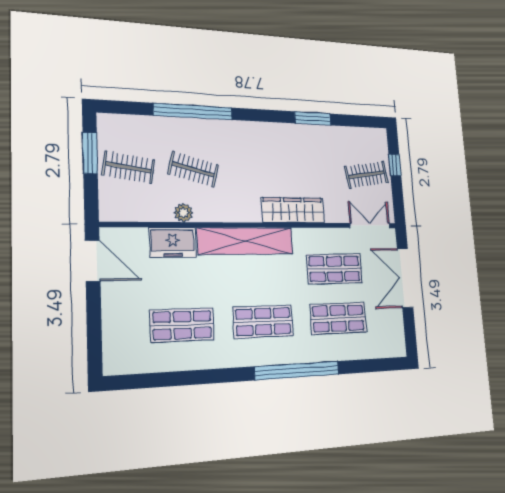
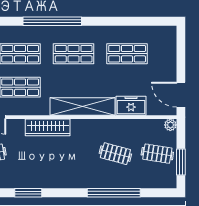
plant: (183, 213) -> (170, 125), moved

